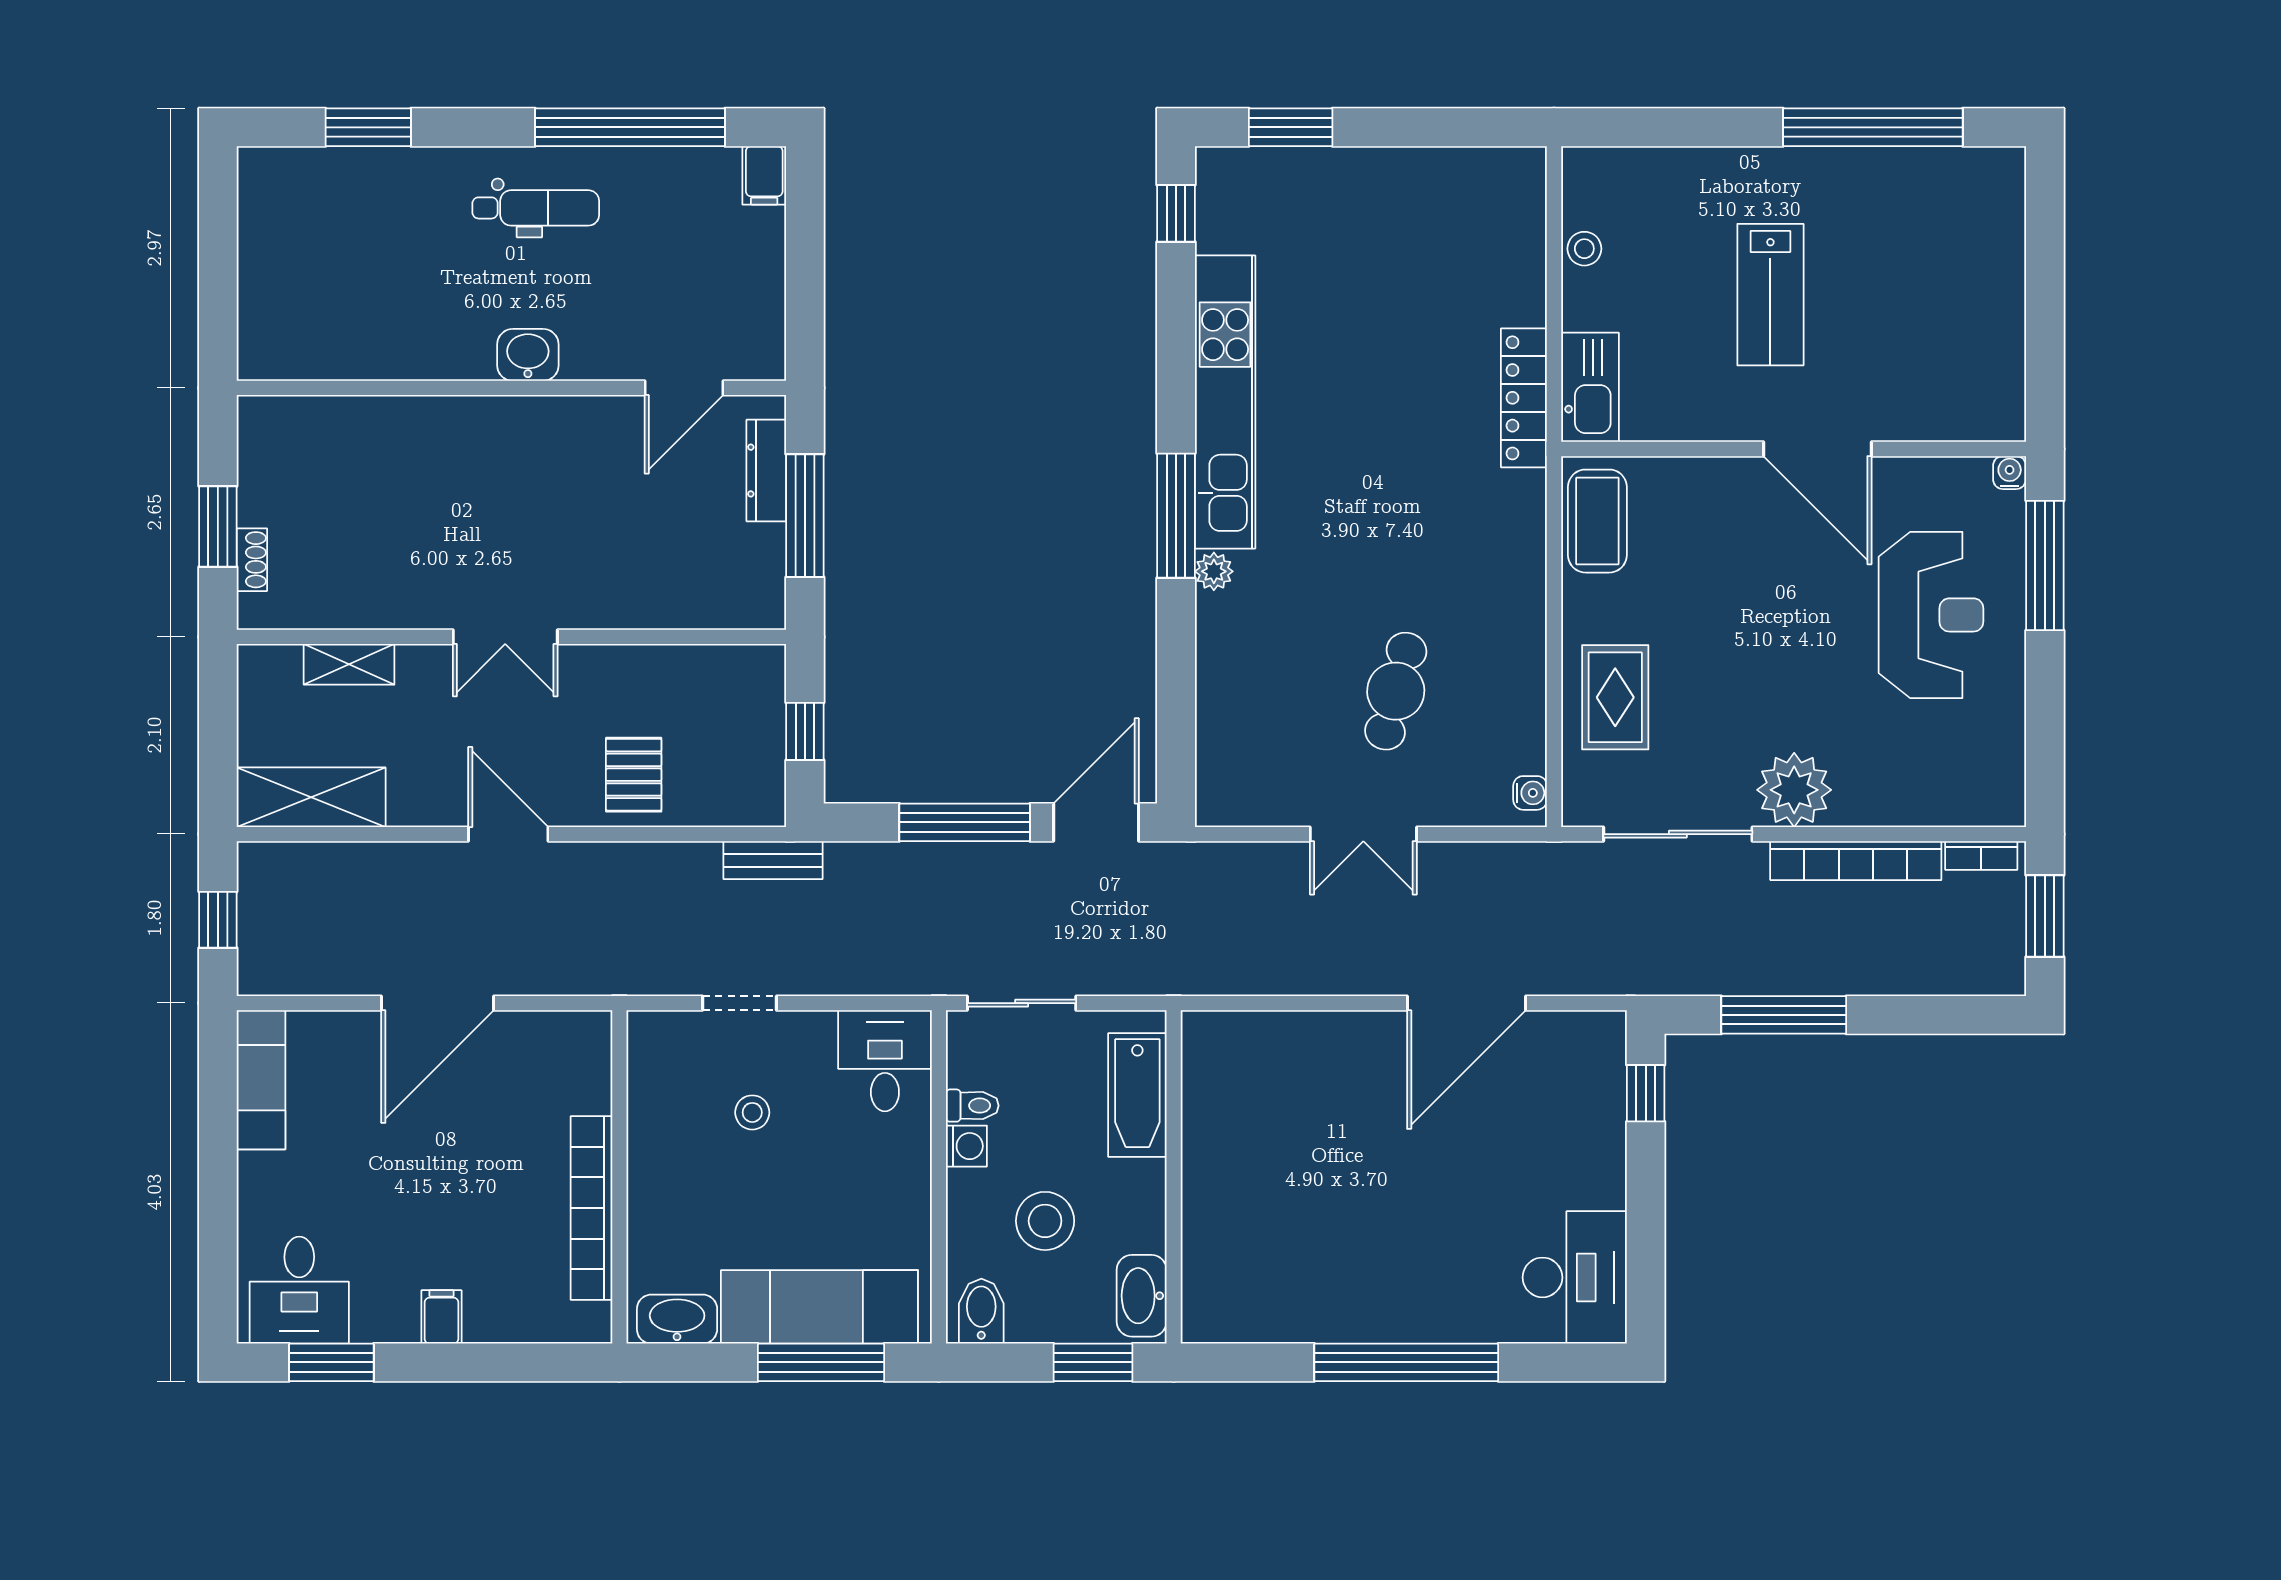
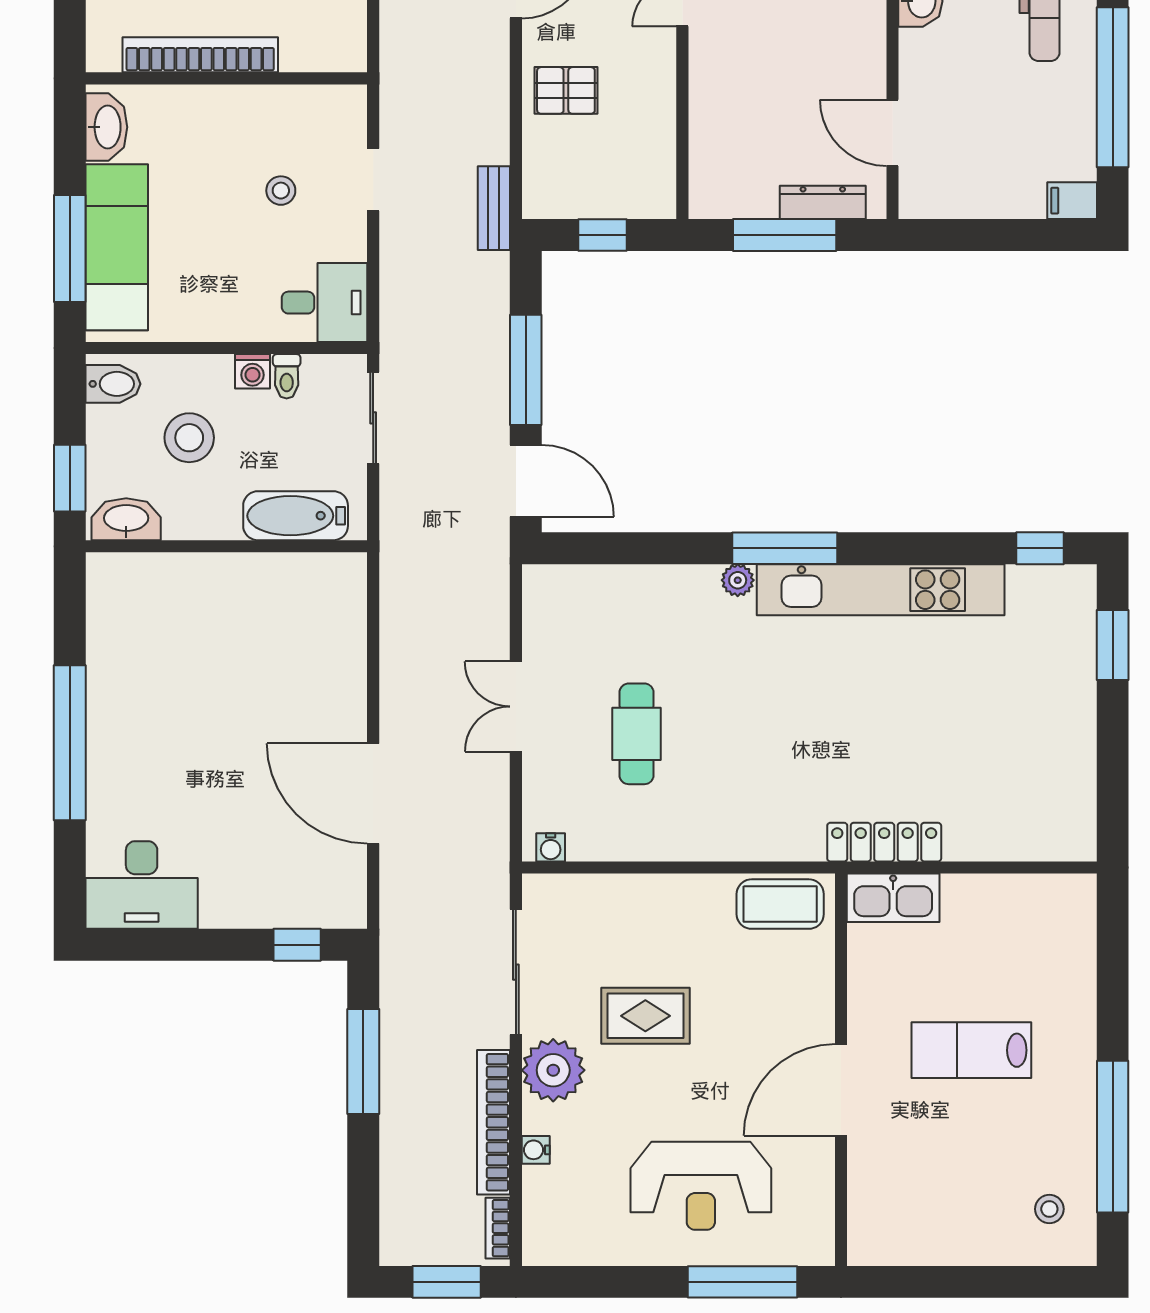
stool: (1584, 249) -> (1049, 1209), moved
water cooler: (2010, 473) -> (536, 1150), moved, turned 180
cafe table: (1396, 691) -> (637, 734), turned 75
rug: (1615, 697) -> (645, 1016), moved

